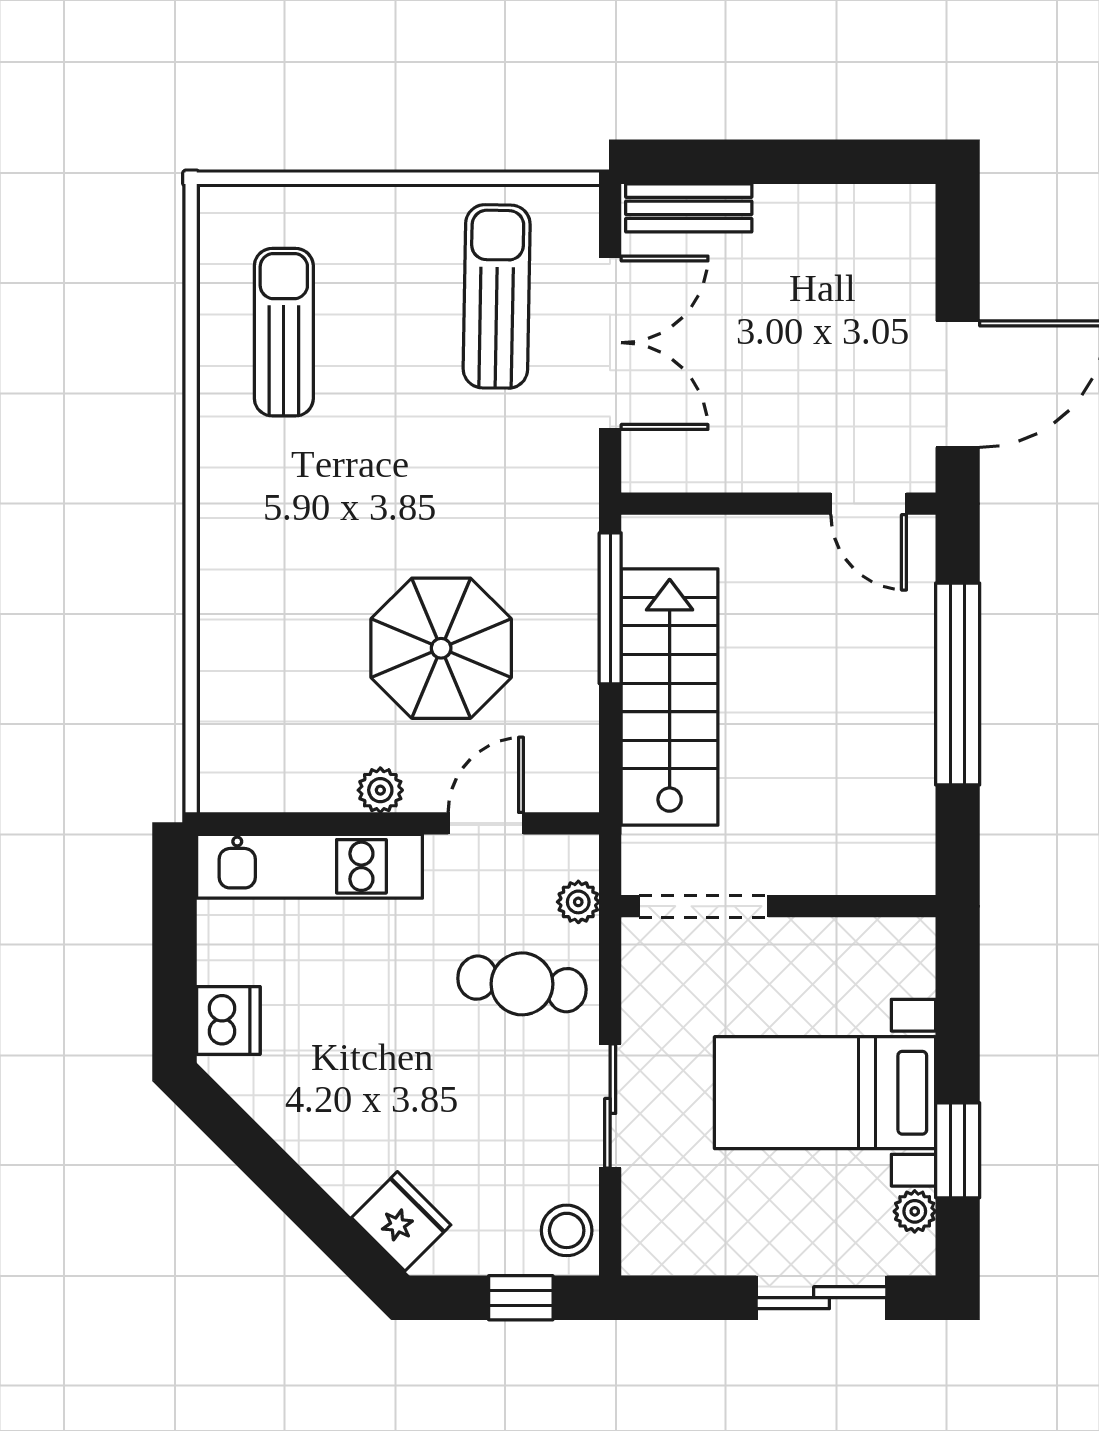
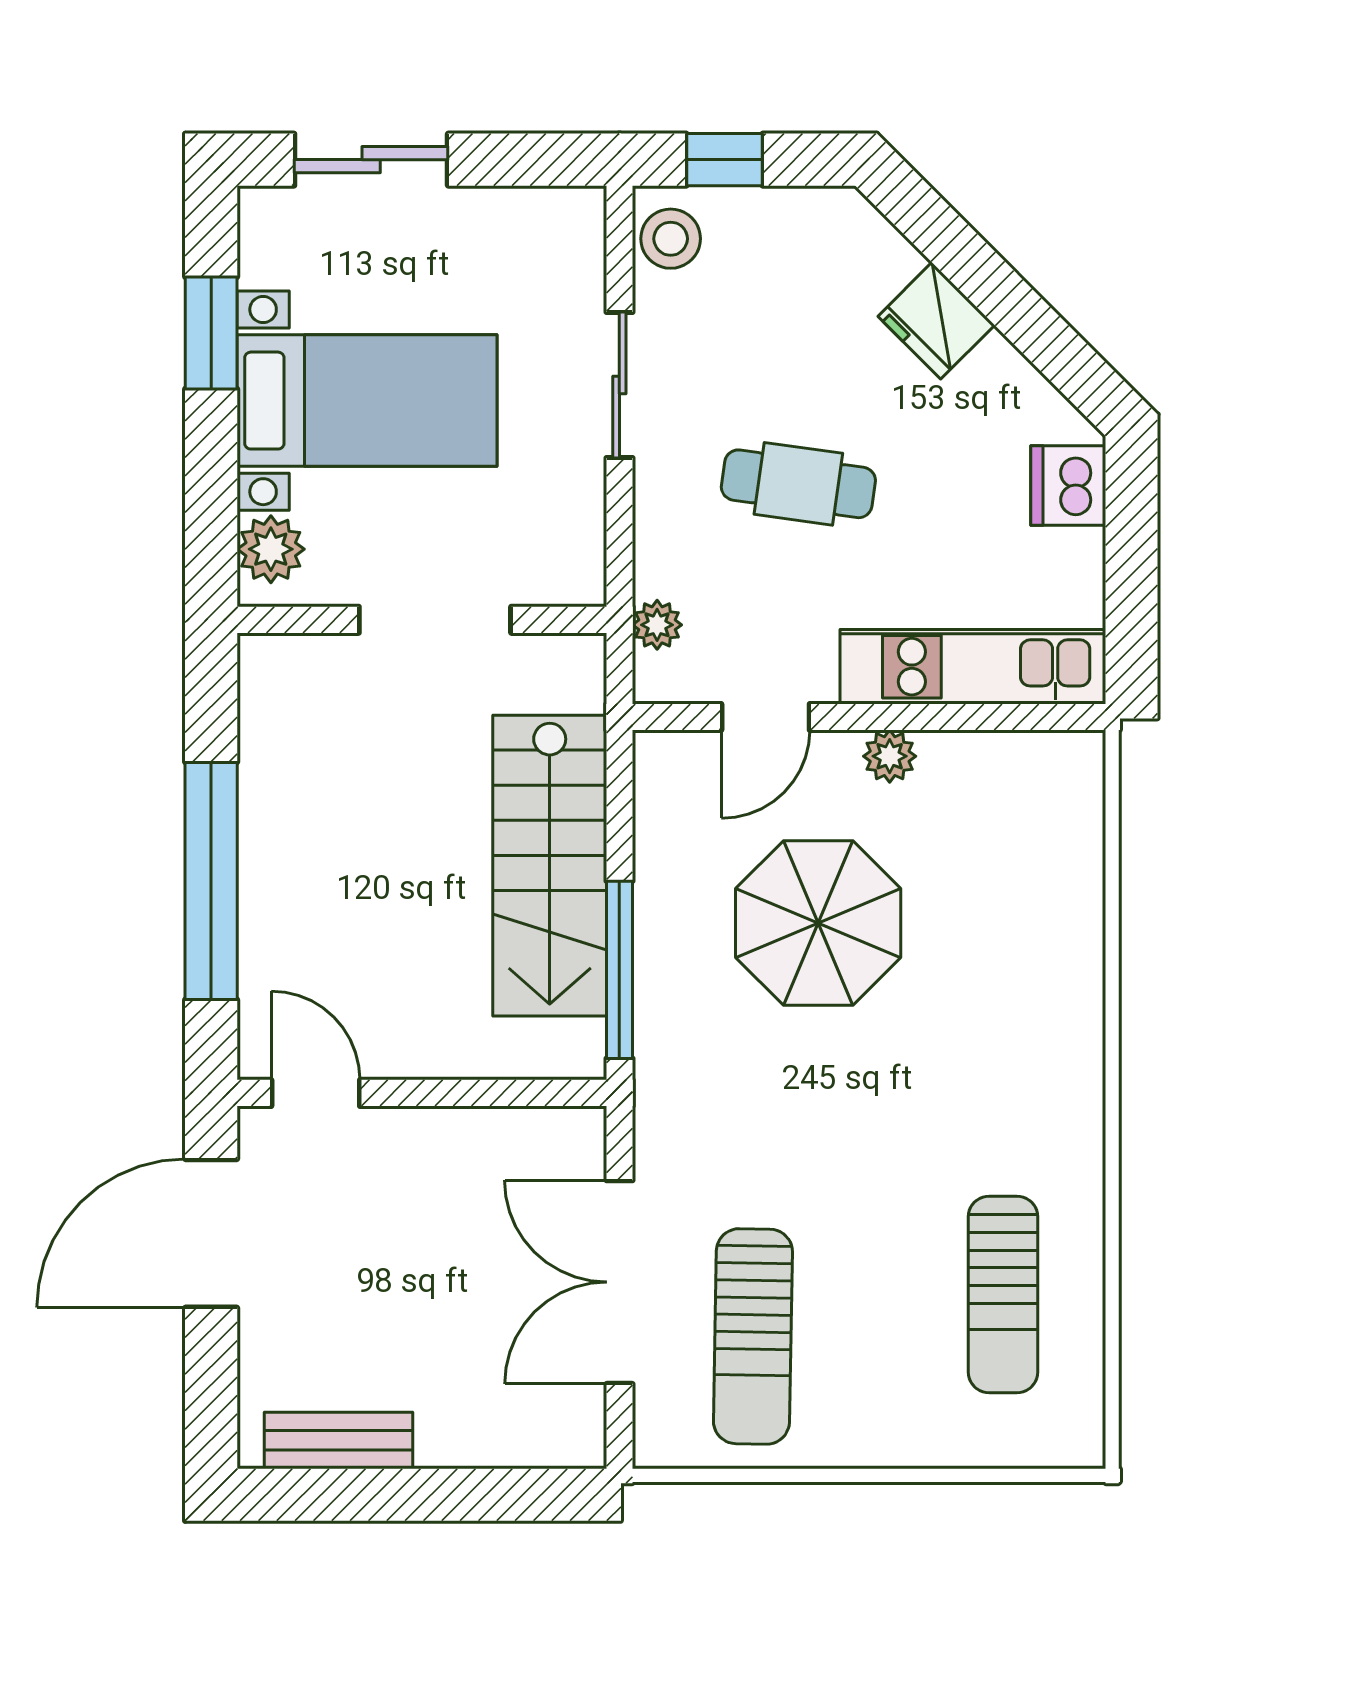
bench: (689, 208) -> (338, 1441), moved
doorway: (704, 906) -> (435, 620), moved
cafe table: (522, 984) -> (798, 484), moved
plant: (915, 1211) -> (271, 549), moved, width x1.38, depth x1.38
fridge: (401, 1221) -> (936, 321), moved

